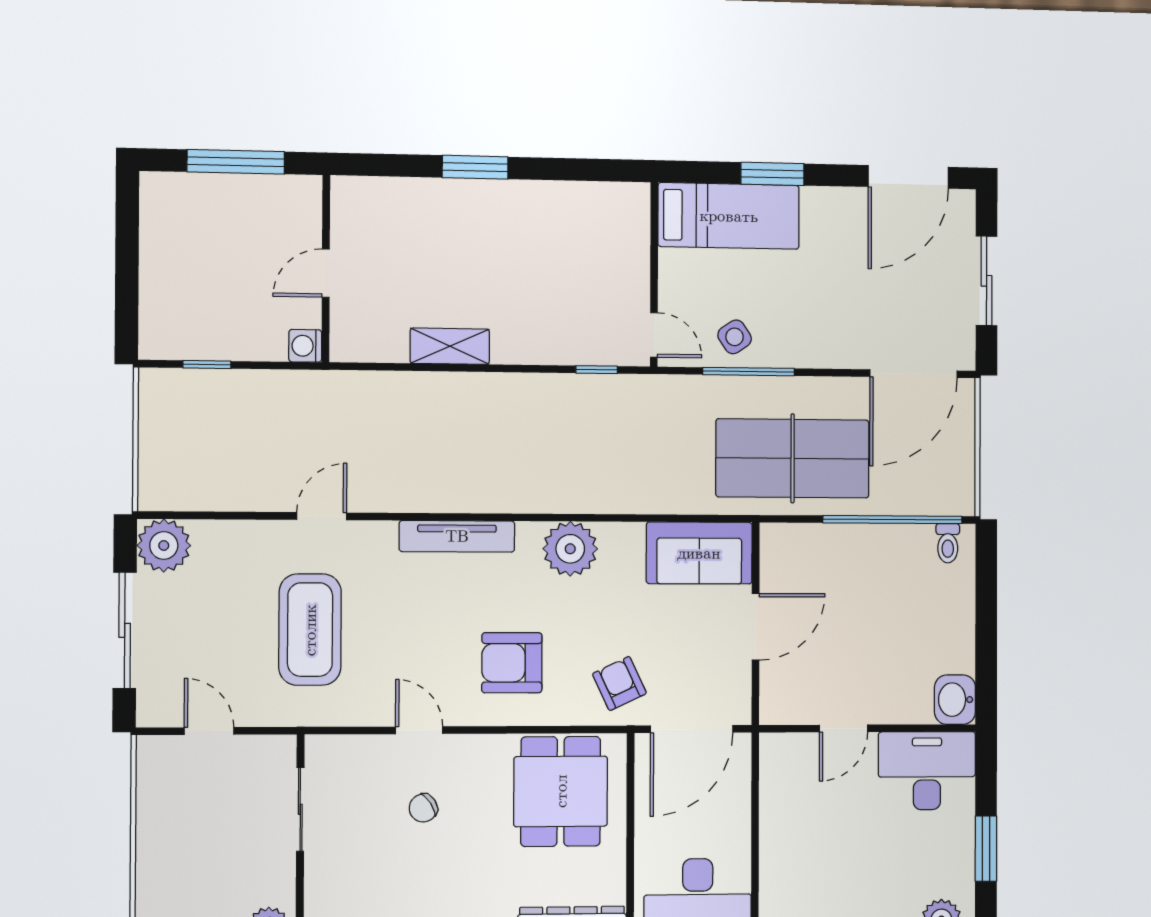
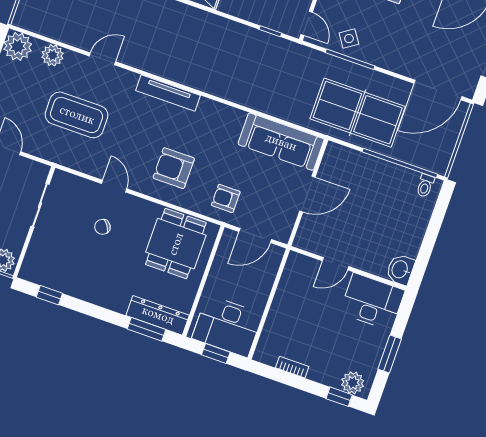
plant: (570, 549) -> (53, 55), moved, width x0.73, depth x0.73
sofa: (699, 553) -> (281, 142), width x1.36
coffee table: (310, 630) -> (77, 115), turned 90
armchair: (619, 683) -> (226, 198), turned -65
door: (692, 729) -> (255, 236), width x0.73

